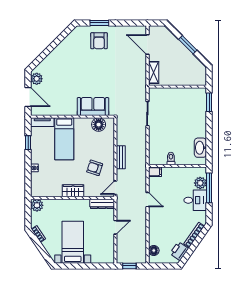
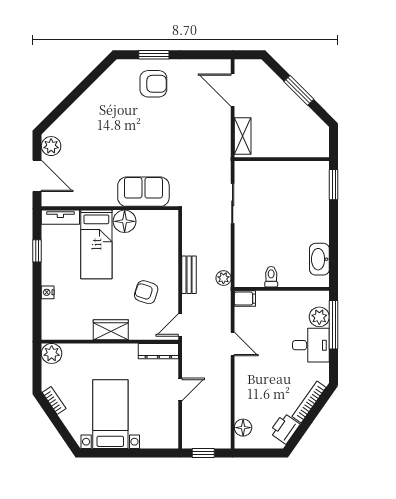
armchair: (99, 41) -> (153, 84), turned -90
floor lamp: (99, 125) -> (125, 221), moved
plant: (142, 159) -> (223, 278), added

